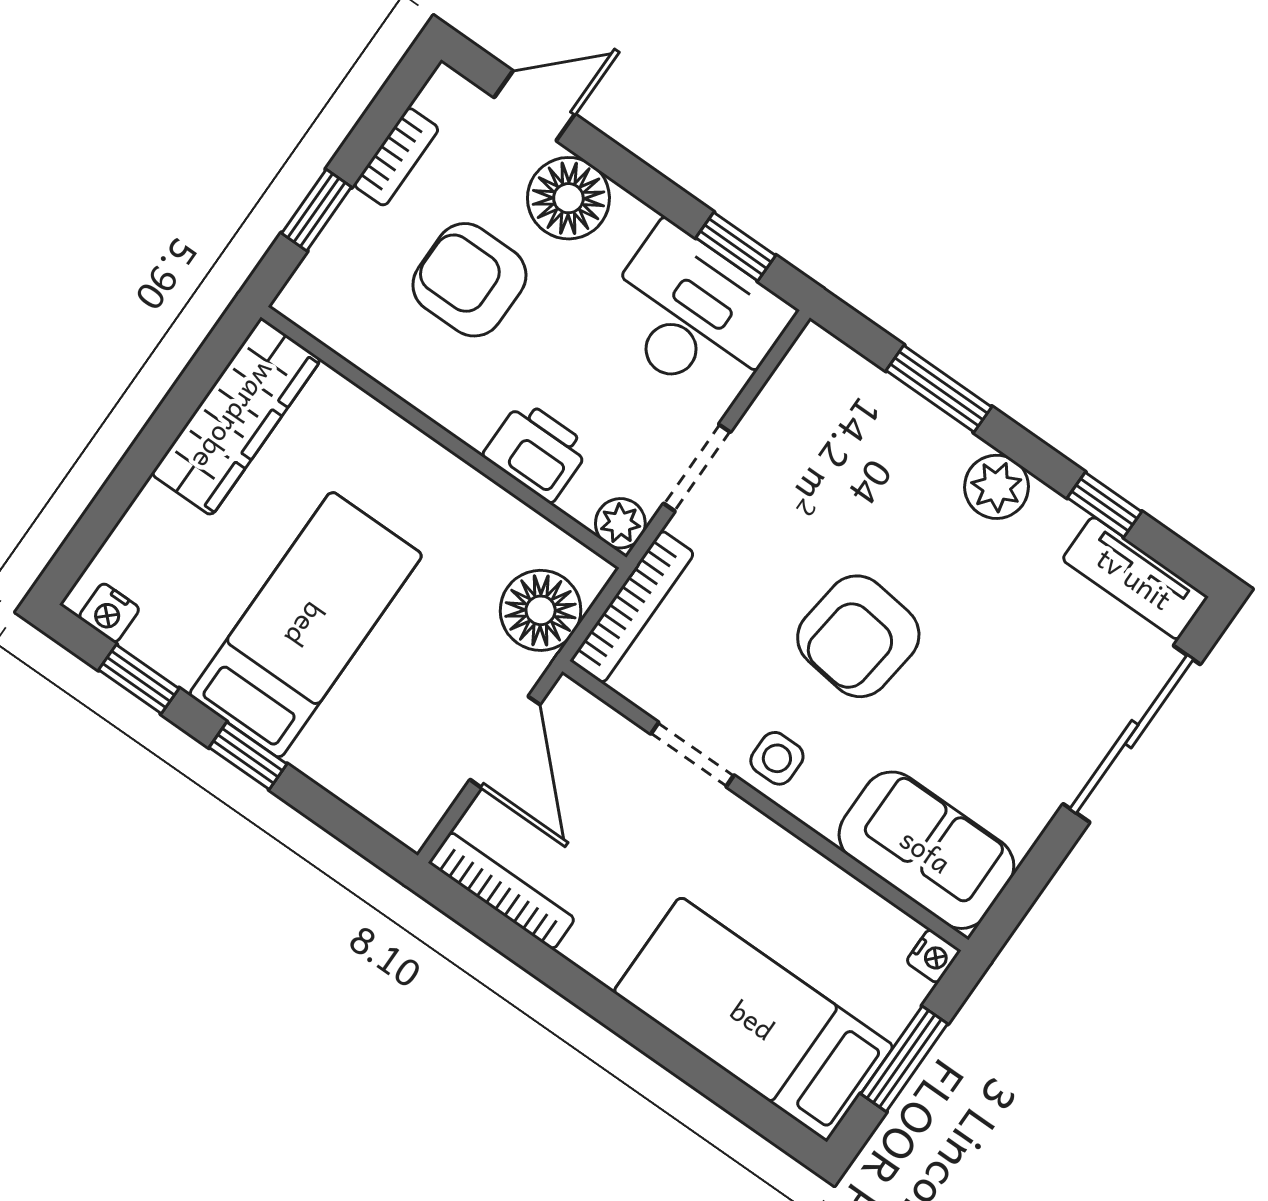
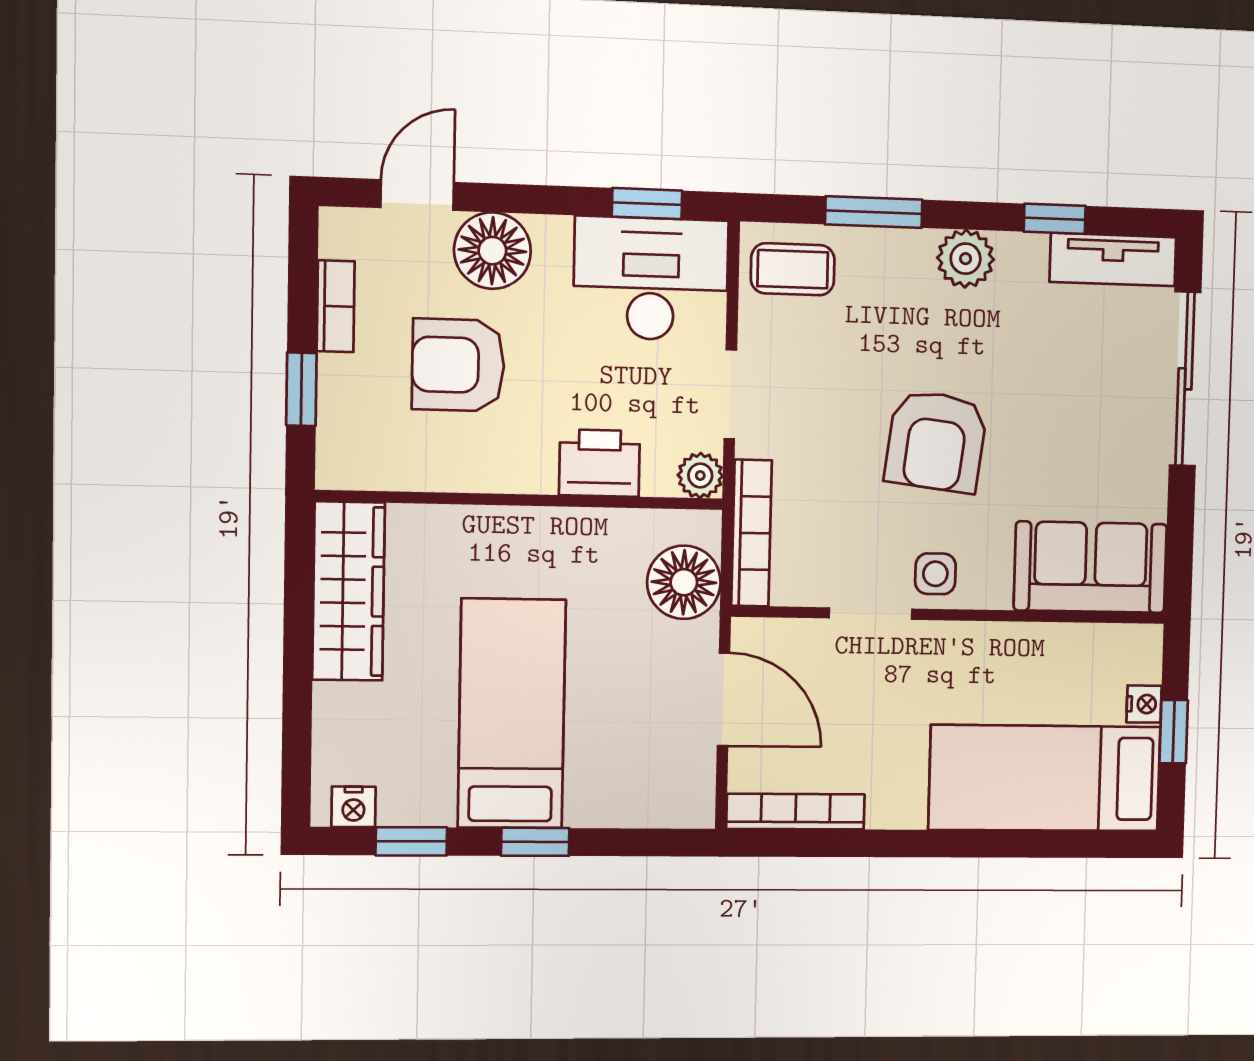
coffee table: (830, 392) -> (793, 269), added
nightstand: (933, 956) -> (1144, 704), moved
window: (904, 1059) -> (1174, 732), width x0.67

